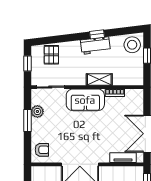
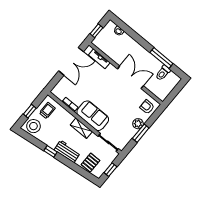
workbench: (95, 46) -> (67, 151), moved
trolley: (131, 70) -> (47, 110), added
shelving: (99, 79) -> (81, 128), moved
plant: (37, 111) -> (138, 124), moved

